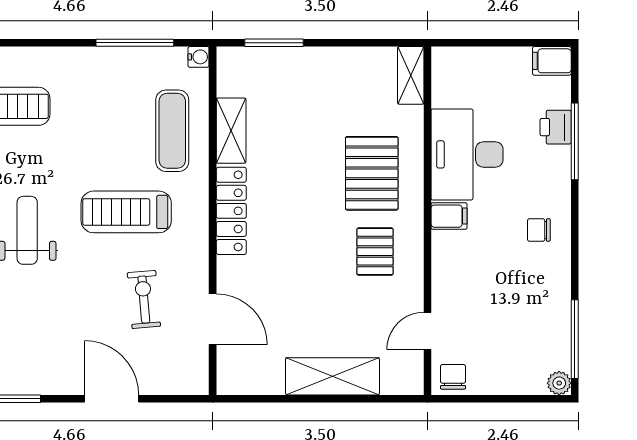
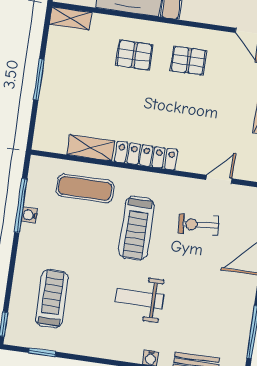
window: (274, 43) -> (39, 79), moved
water cooler: (199, 57) -> (29, 215), moved, turned -90
pallet: (372, 173) -> (134, 55), width x0.67, depth x0.71
door: (213, 319) -> (219, 179), width x0.73

